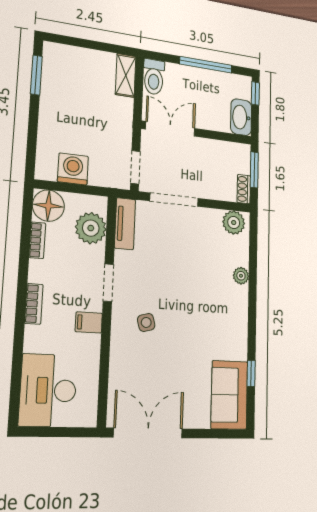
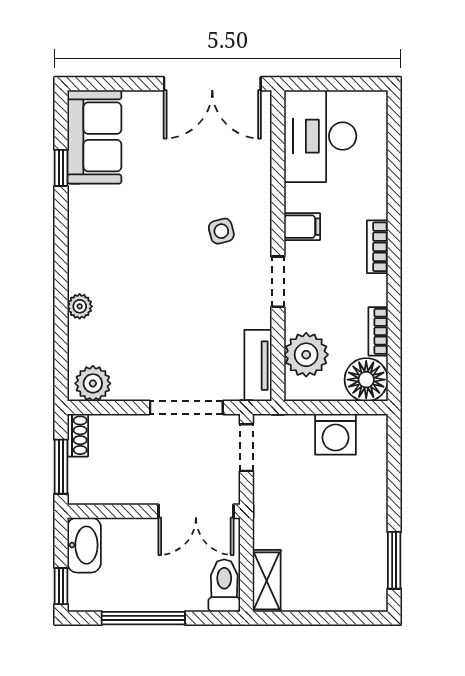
desk: (48, 390) -> (320, 136), moved, turned 180

